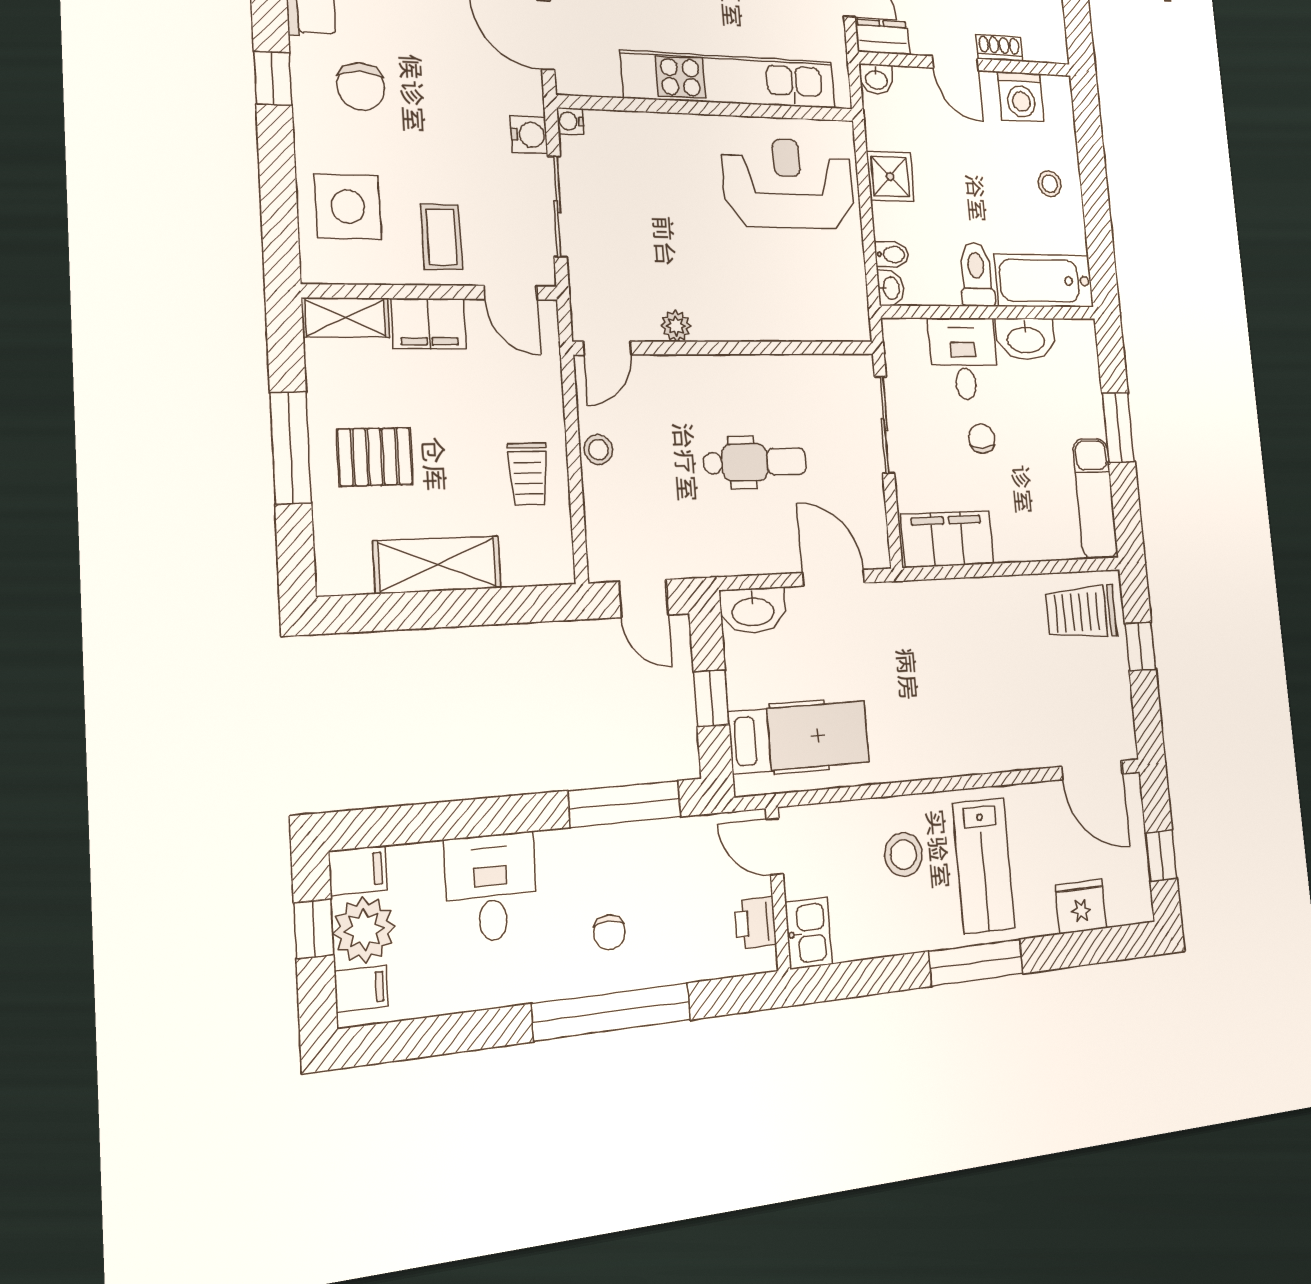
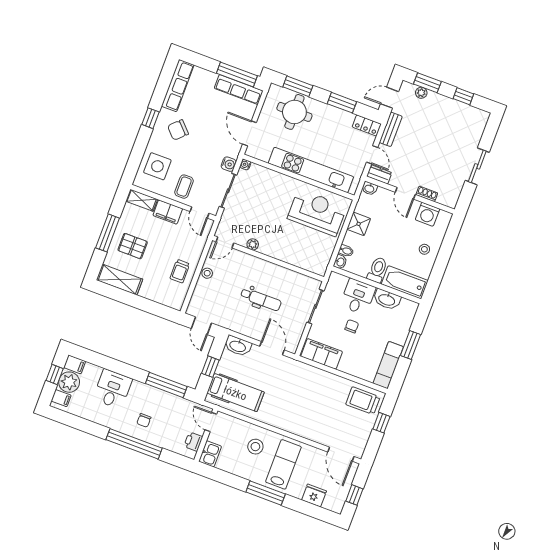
chair: (361, 86) -> (178, 130), turned 46
shelving: (437, 565) -> (120, 280), moved
lab bench: (984, 866) -> (283, 464), turned 180

